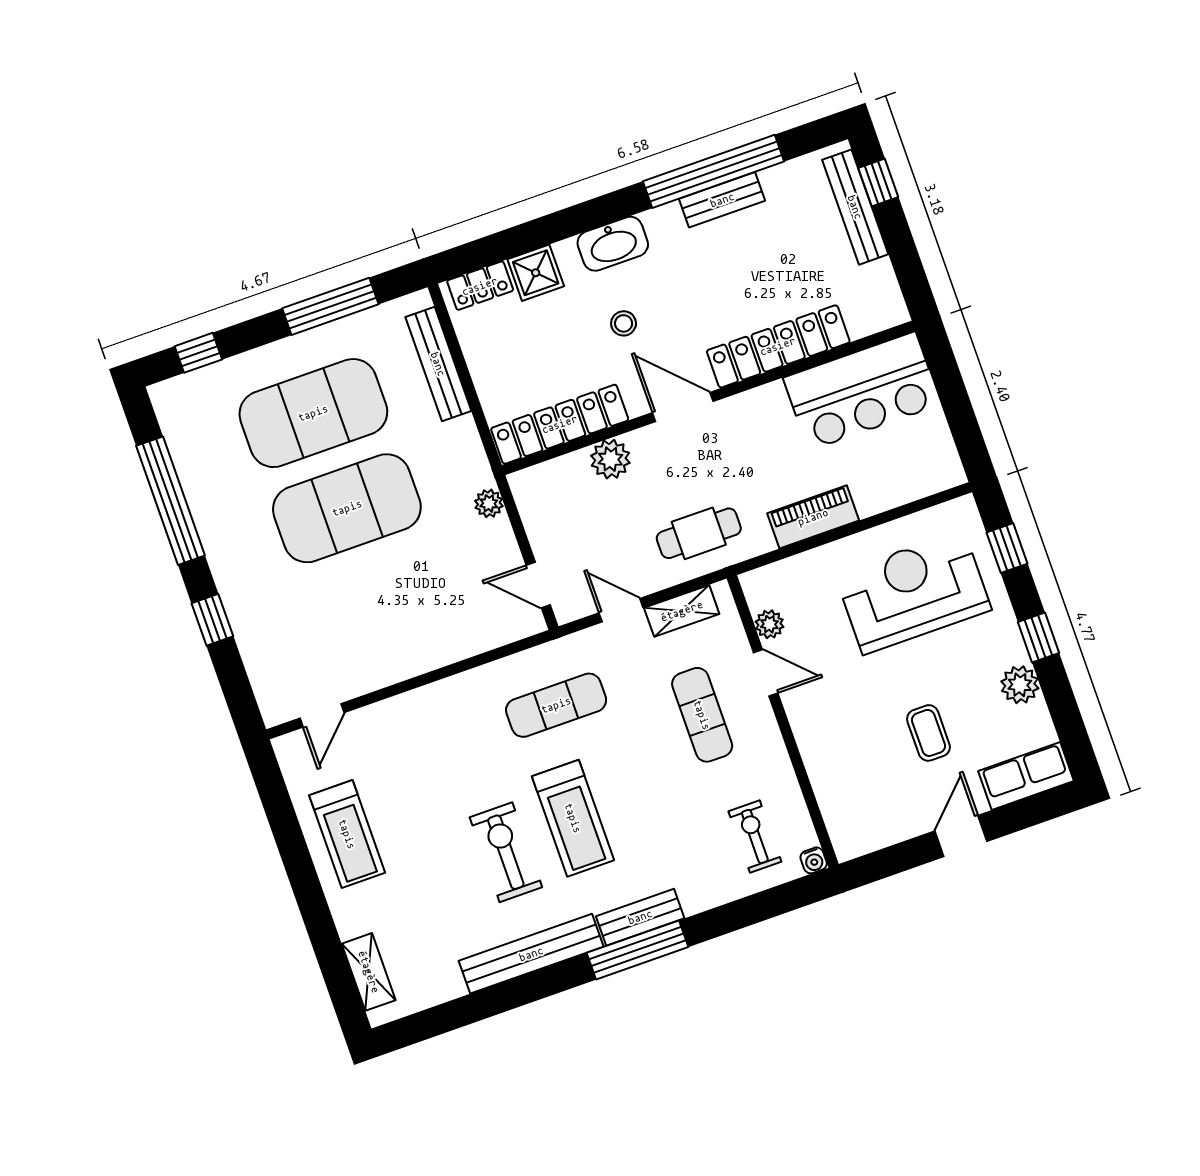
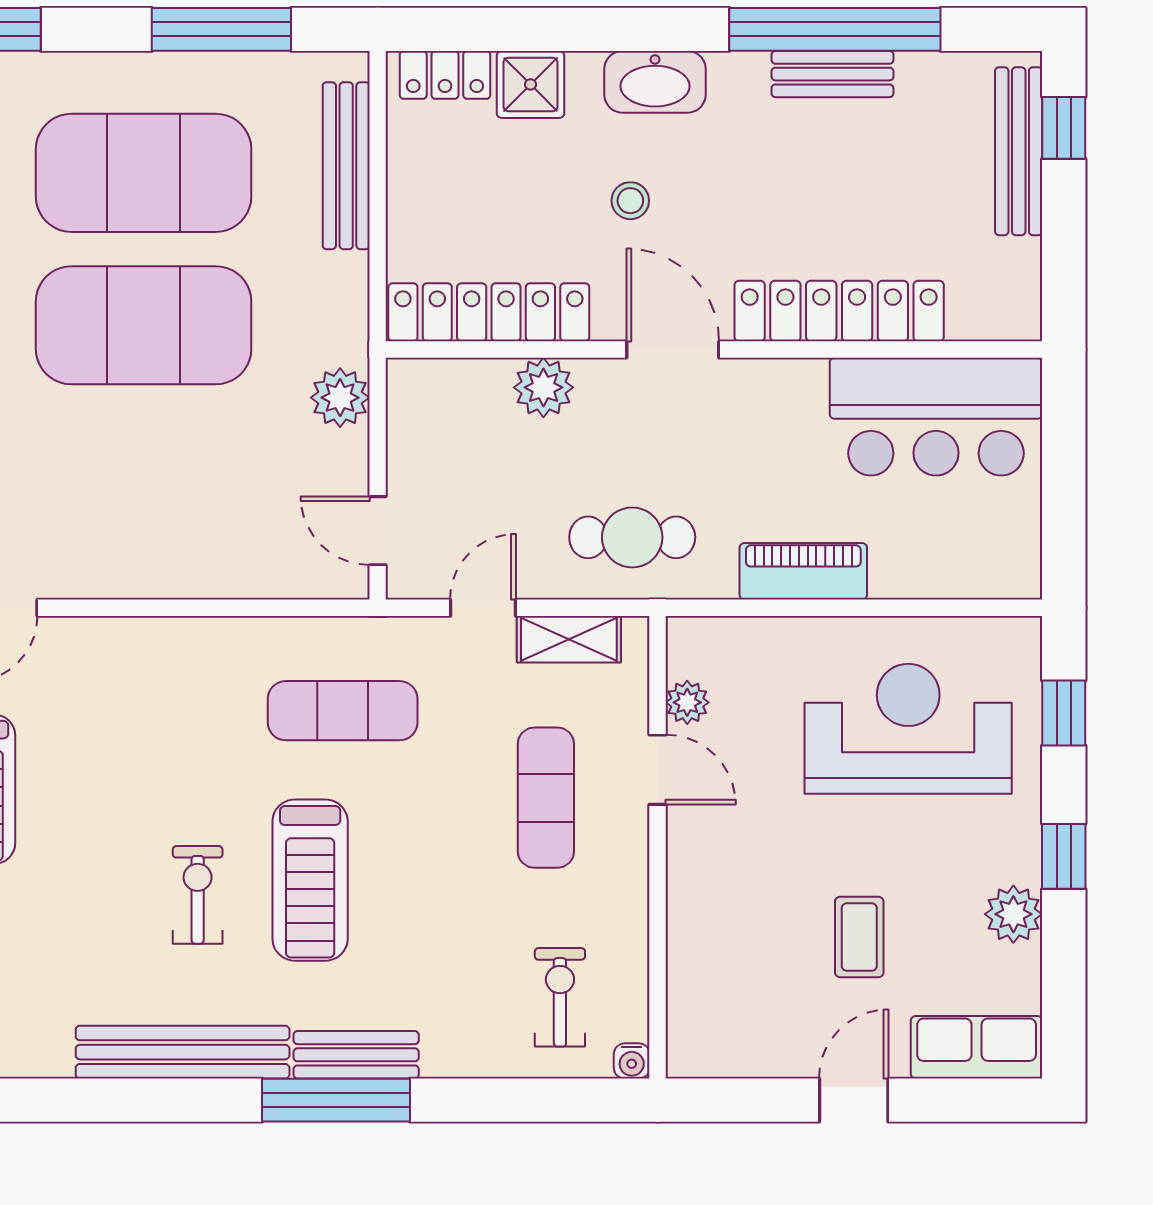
plant: (489, 503) -> (340, 398), width x1.38, depth x1.38
door: (621, 610) -> (483, 608), hinge flipped
exercise bike: (506, 852) -> (198, 895), width x0.73, depth x0.72

